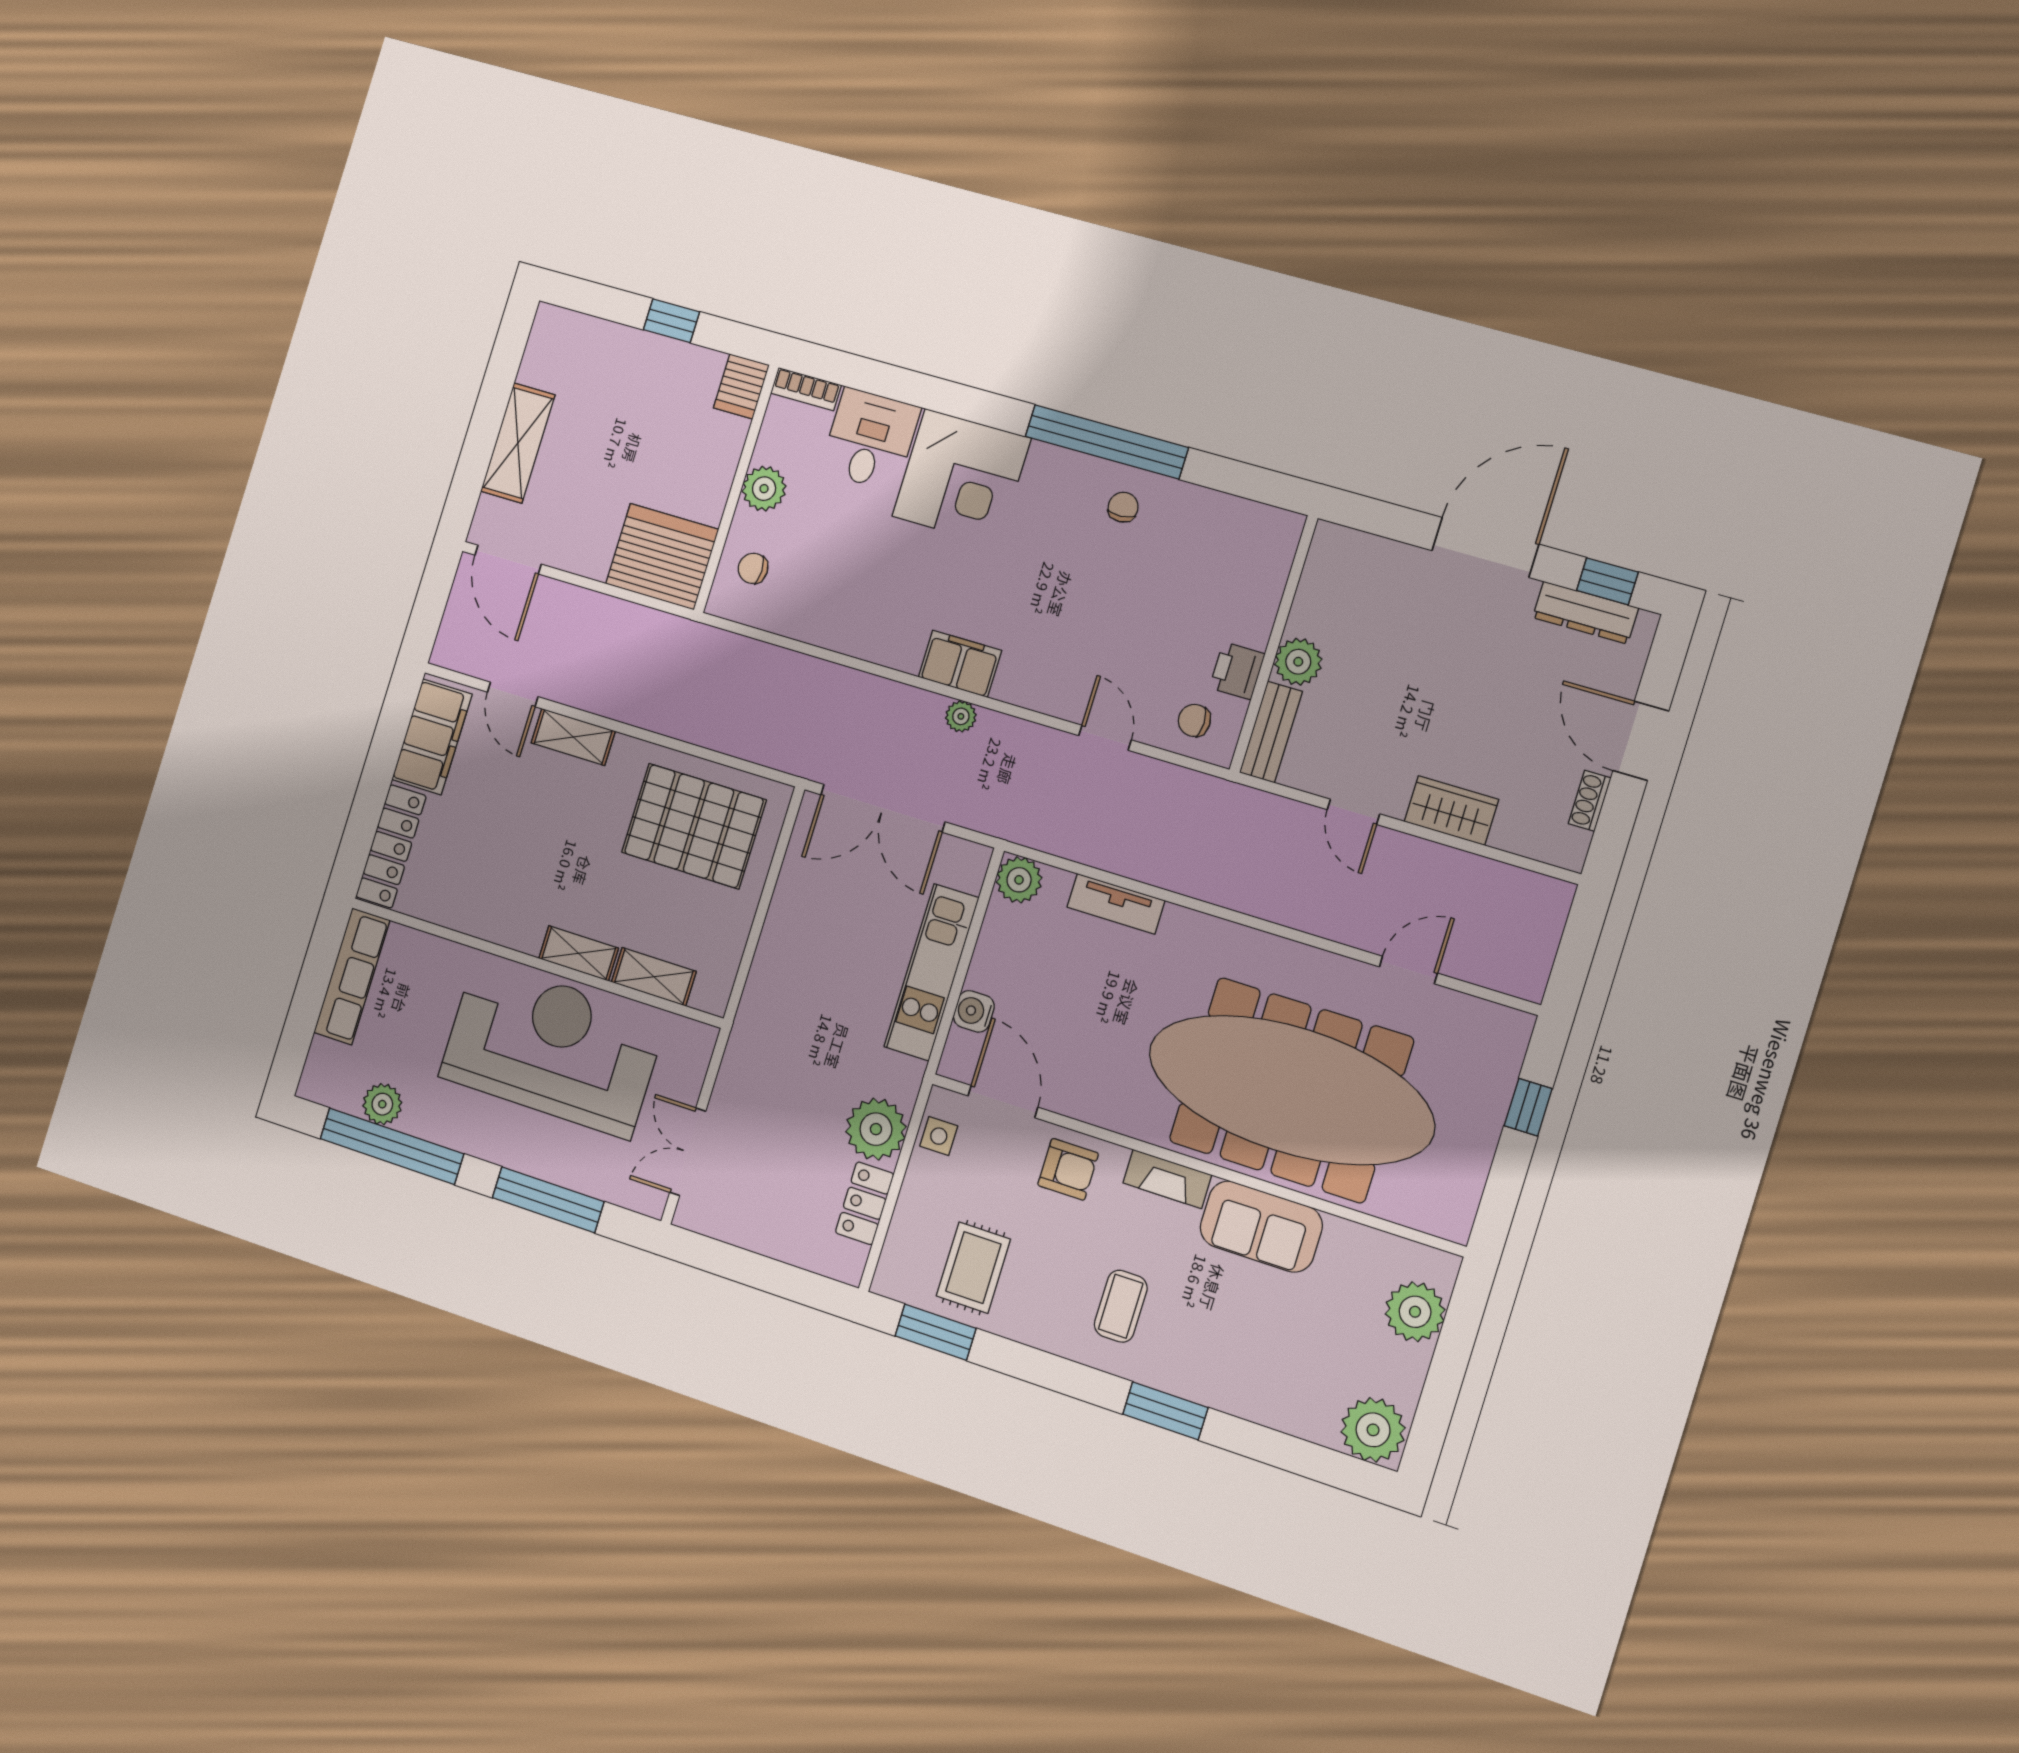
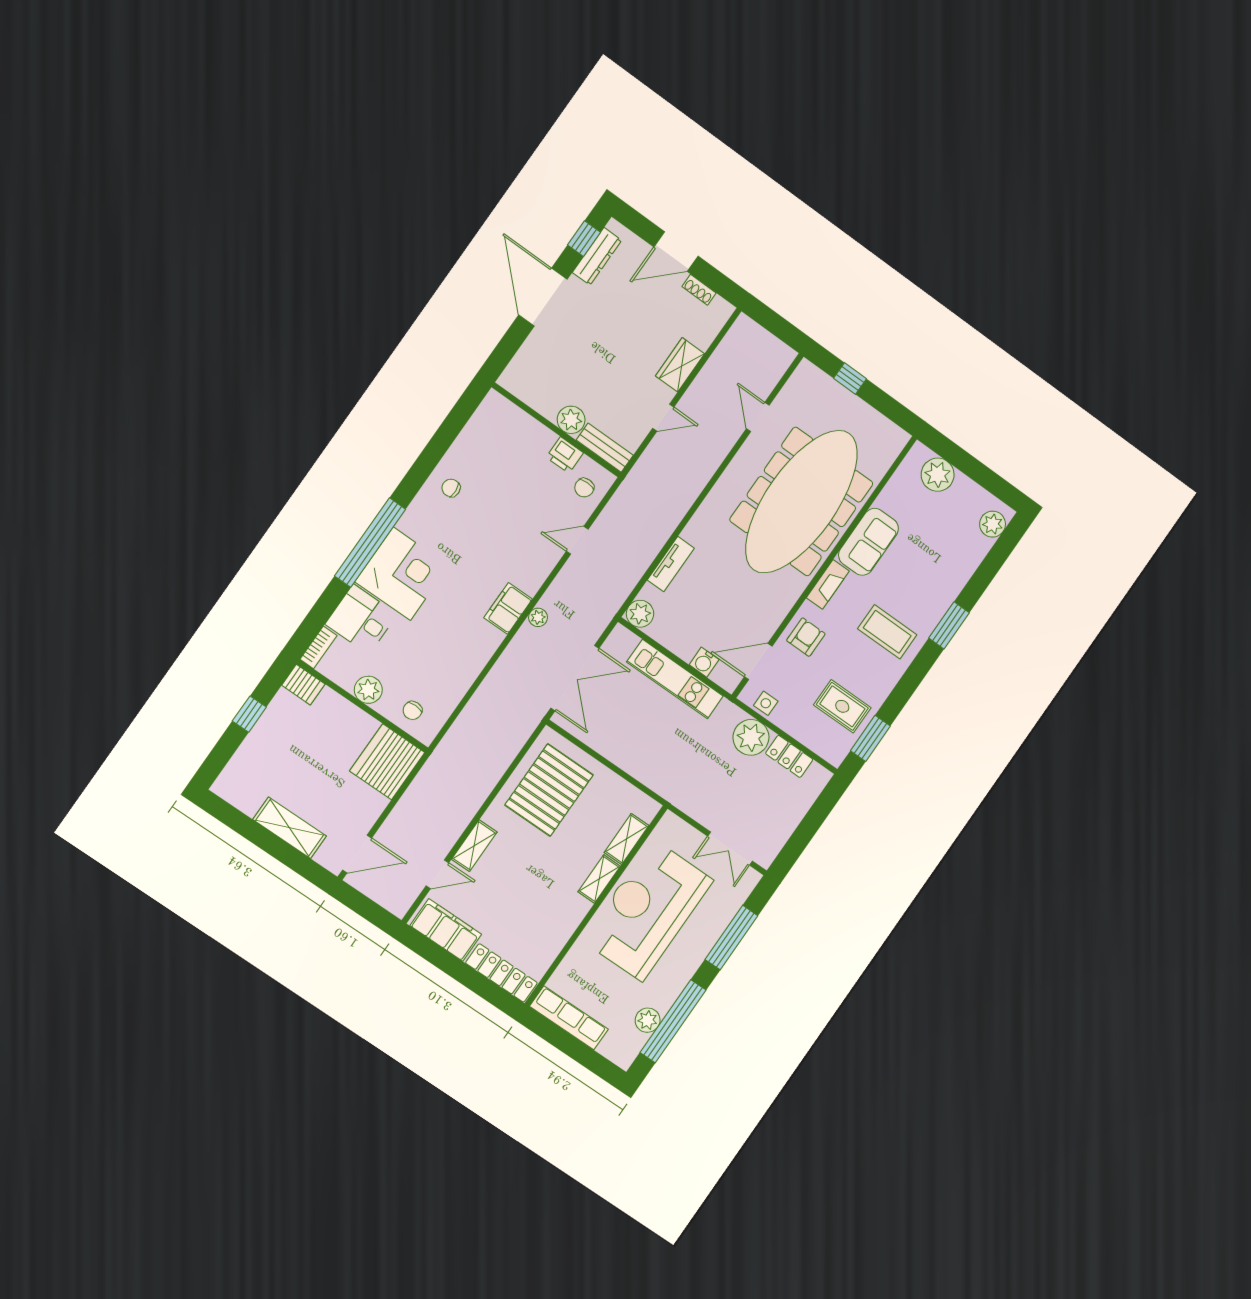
window: (1107, 442) -> (370, 543), moved
coffee table: (1121, 1306) -> (887, 632), width x1.36, depth x1.30
plant: (1373, 1430) -> (993, 524), width x0.73, depth x0.73

